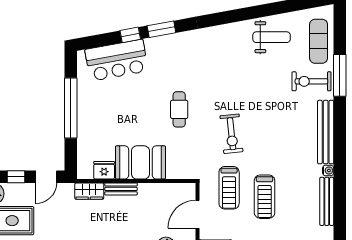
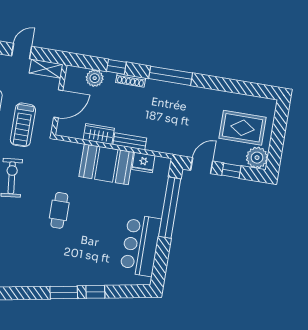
bar counter: (117, 60) -> (141, 245), moved, turned -80
window: (71, 108) -> (170, 208), moved
treadmill: (229, 188) -> (23, 125), turned 180
wardrobe: (89, 191) -> (99, 134), moved

